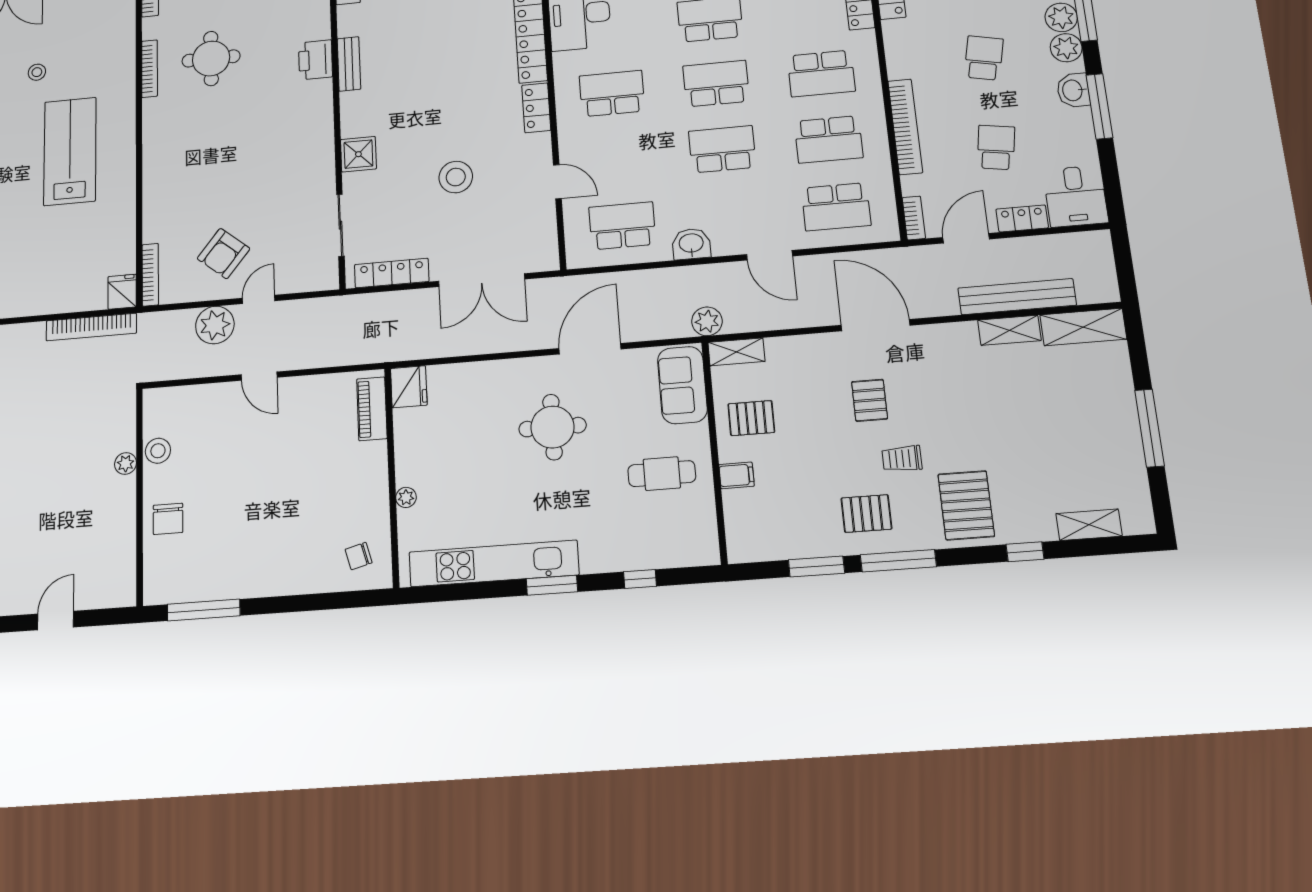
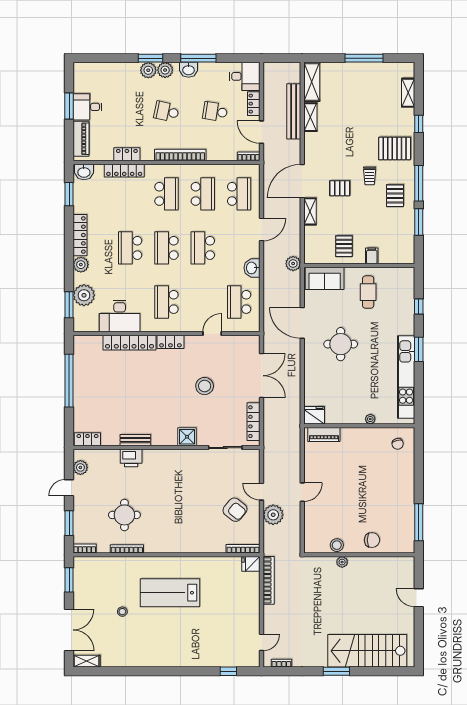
bookcase: (905, 127) -> (180, 155), moved
shelving: (736, 352) -> (310, 211), moved

